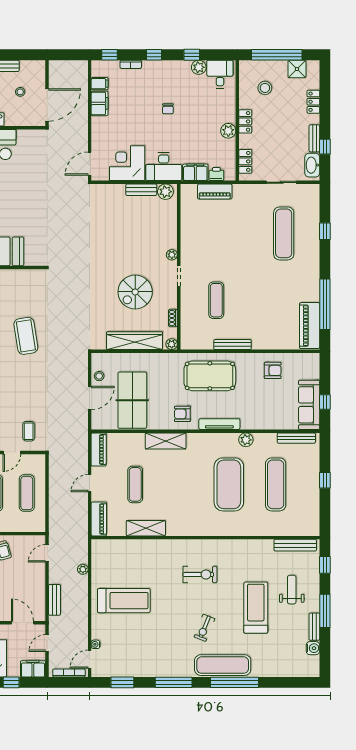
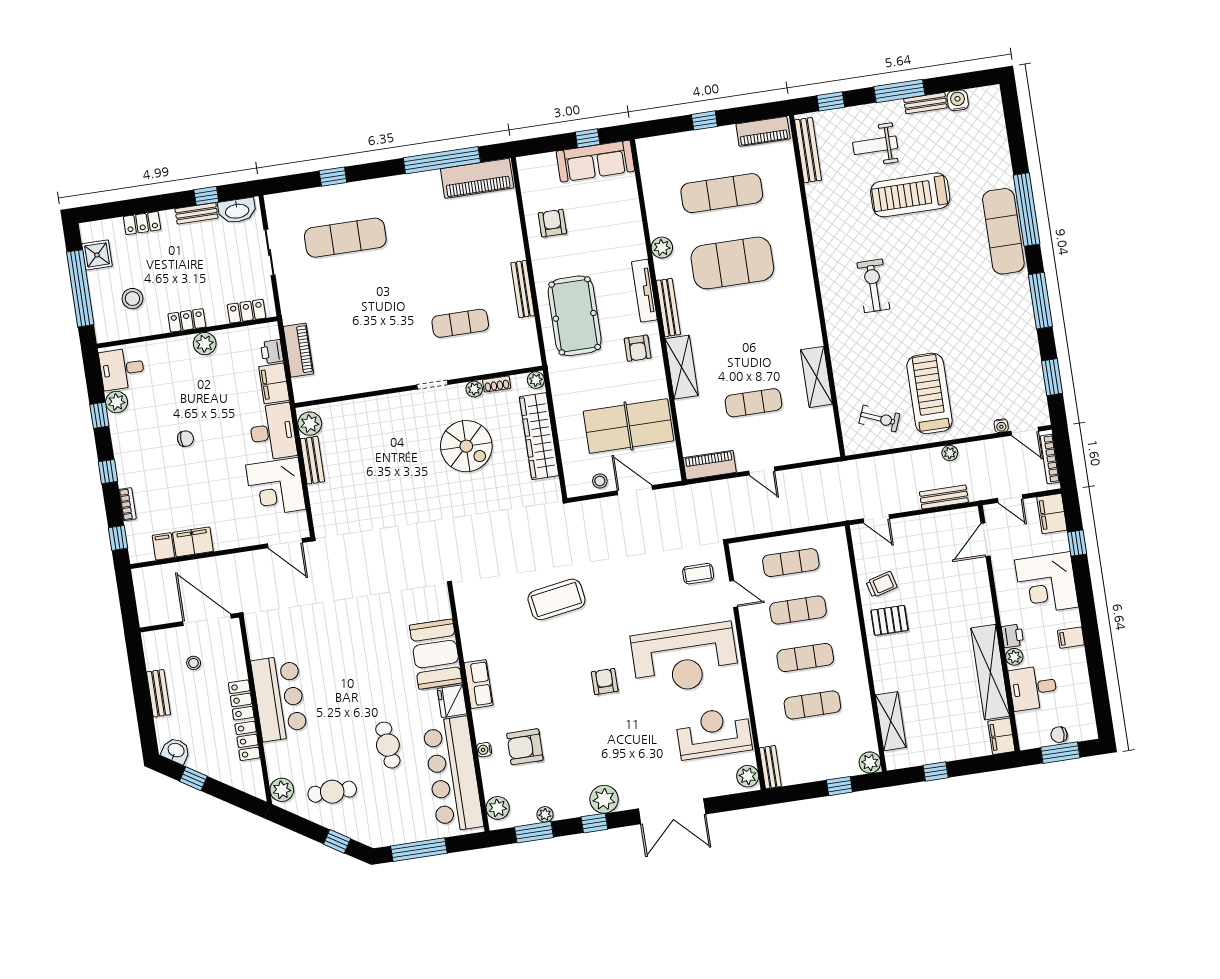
plant: (172, 255) -> (474, 389), moved
bench: (296, 438) -> (668, 308), moved
piano: (99, 519) -> (763, 131), moved, turned 180
plant: (83, 569) -> (950, 453), moved
exercise bike: (204, 628) -> (879, 419), moved

